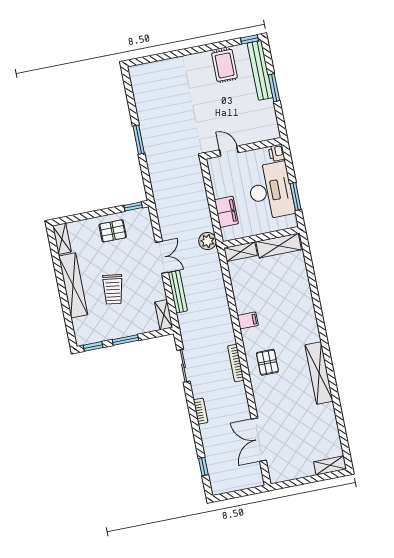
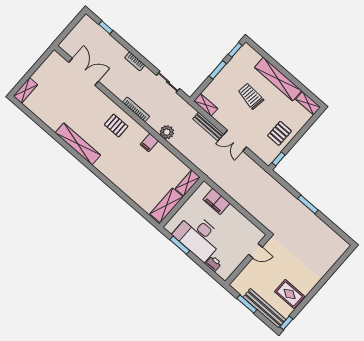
wall: (244, 148) -> (247, 260), moved
door: (229, 151) -> (255, 251), moved
plant: (207, 241) -> (167, 132), moved

